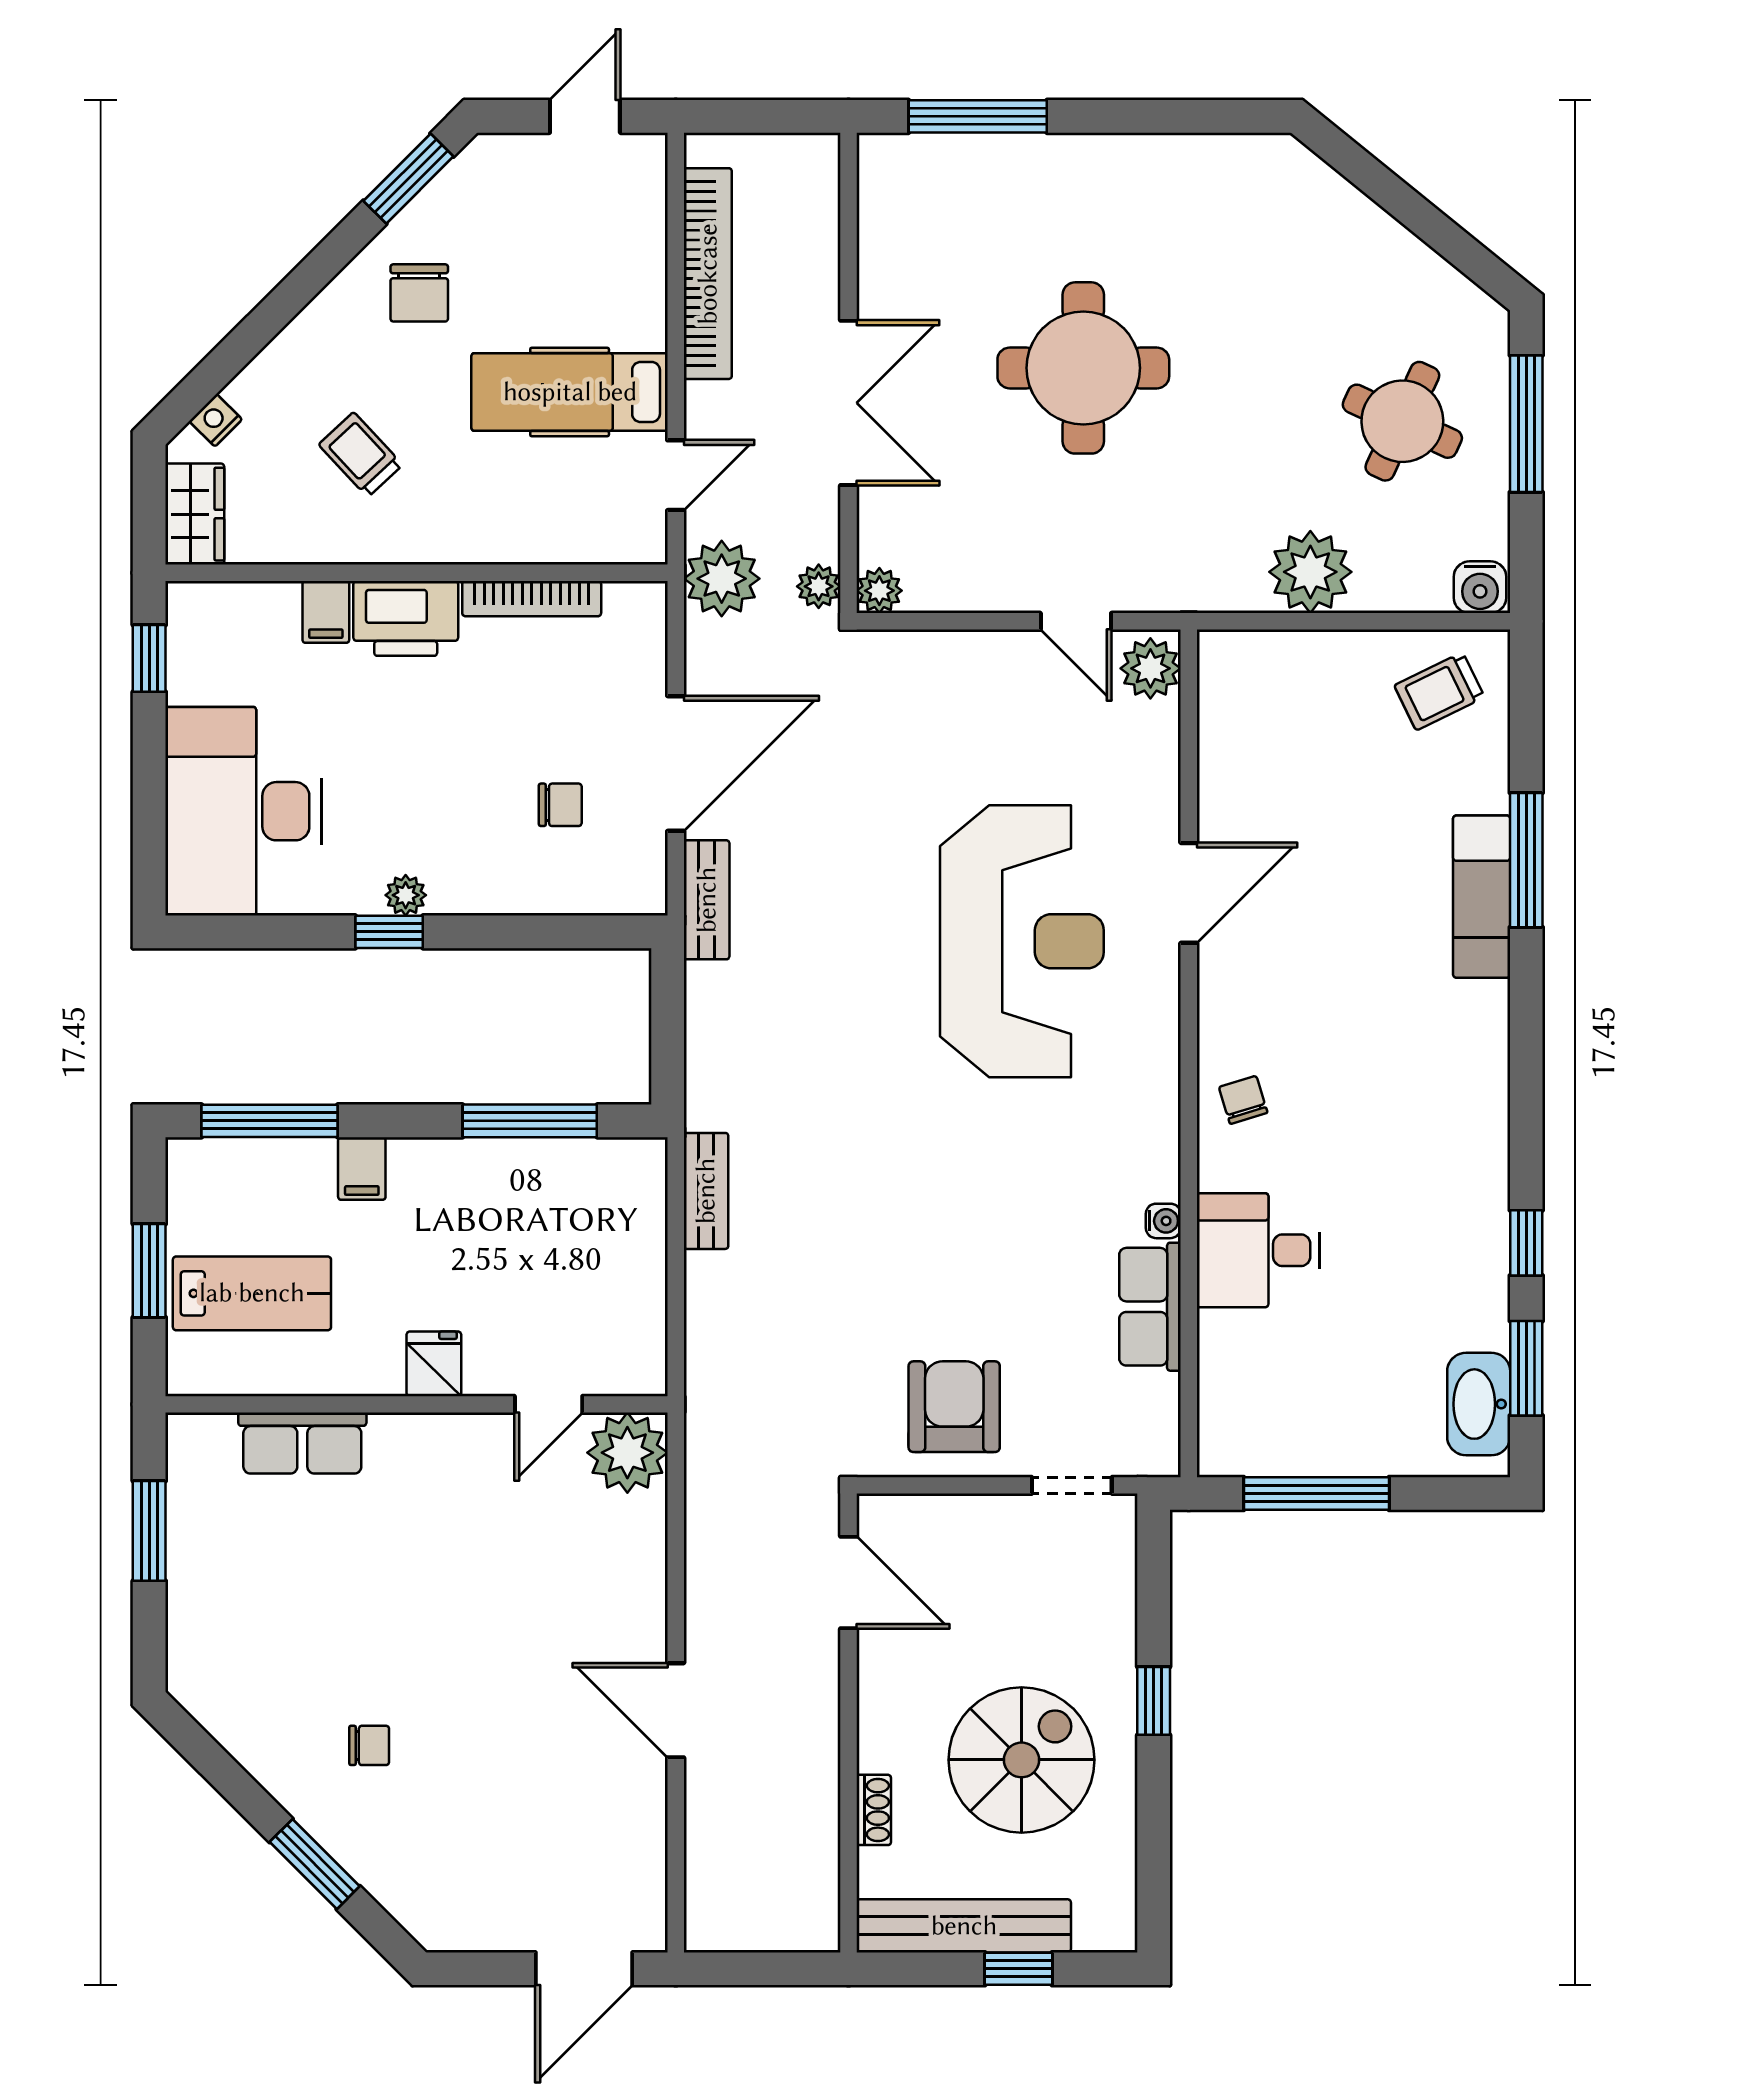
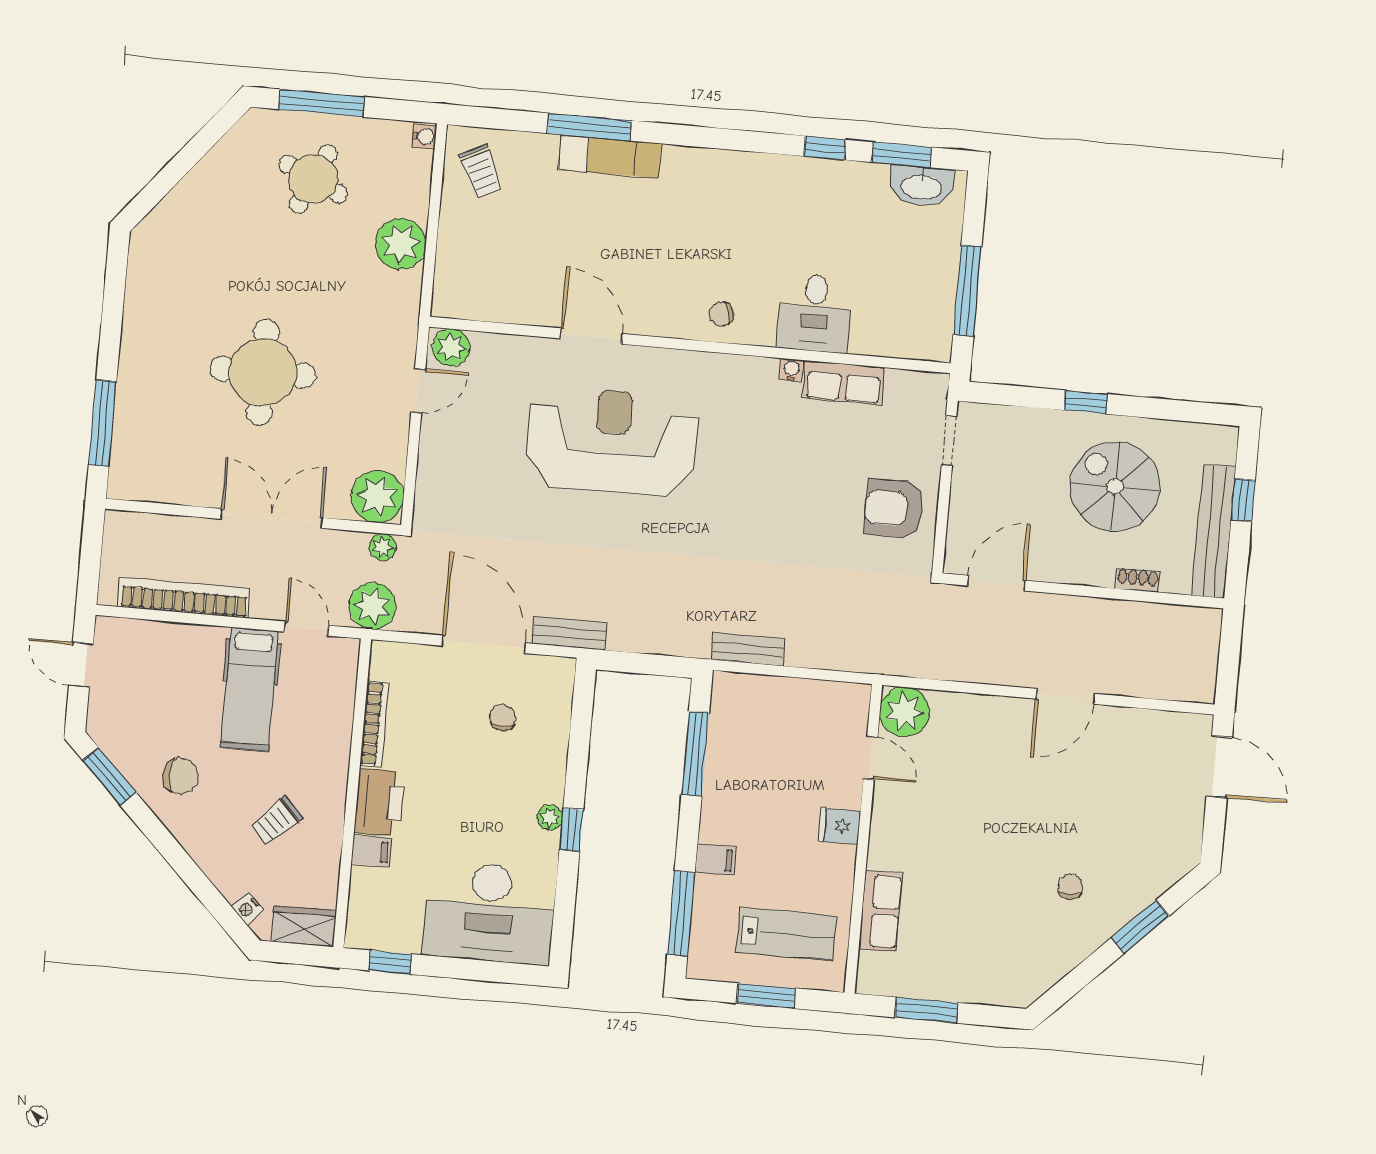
water cooler: (1480, 587) -> (424, 136), width x0.72, depth x0.72
plant: (879, 591) -> (377, 497), width x1.88, depth x1.88
lab bench: (252, 1293) -> (786, 934), turned 90

